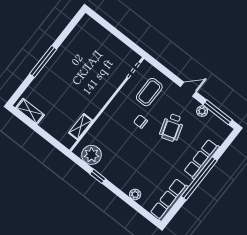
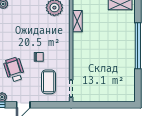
window: (43, 61) -> (138, 46), width x1.46

